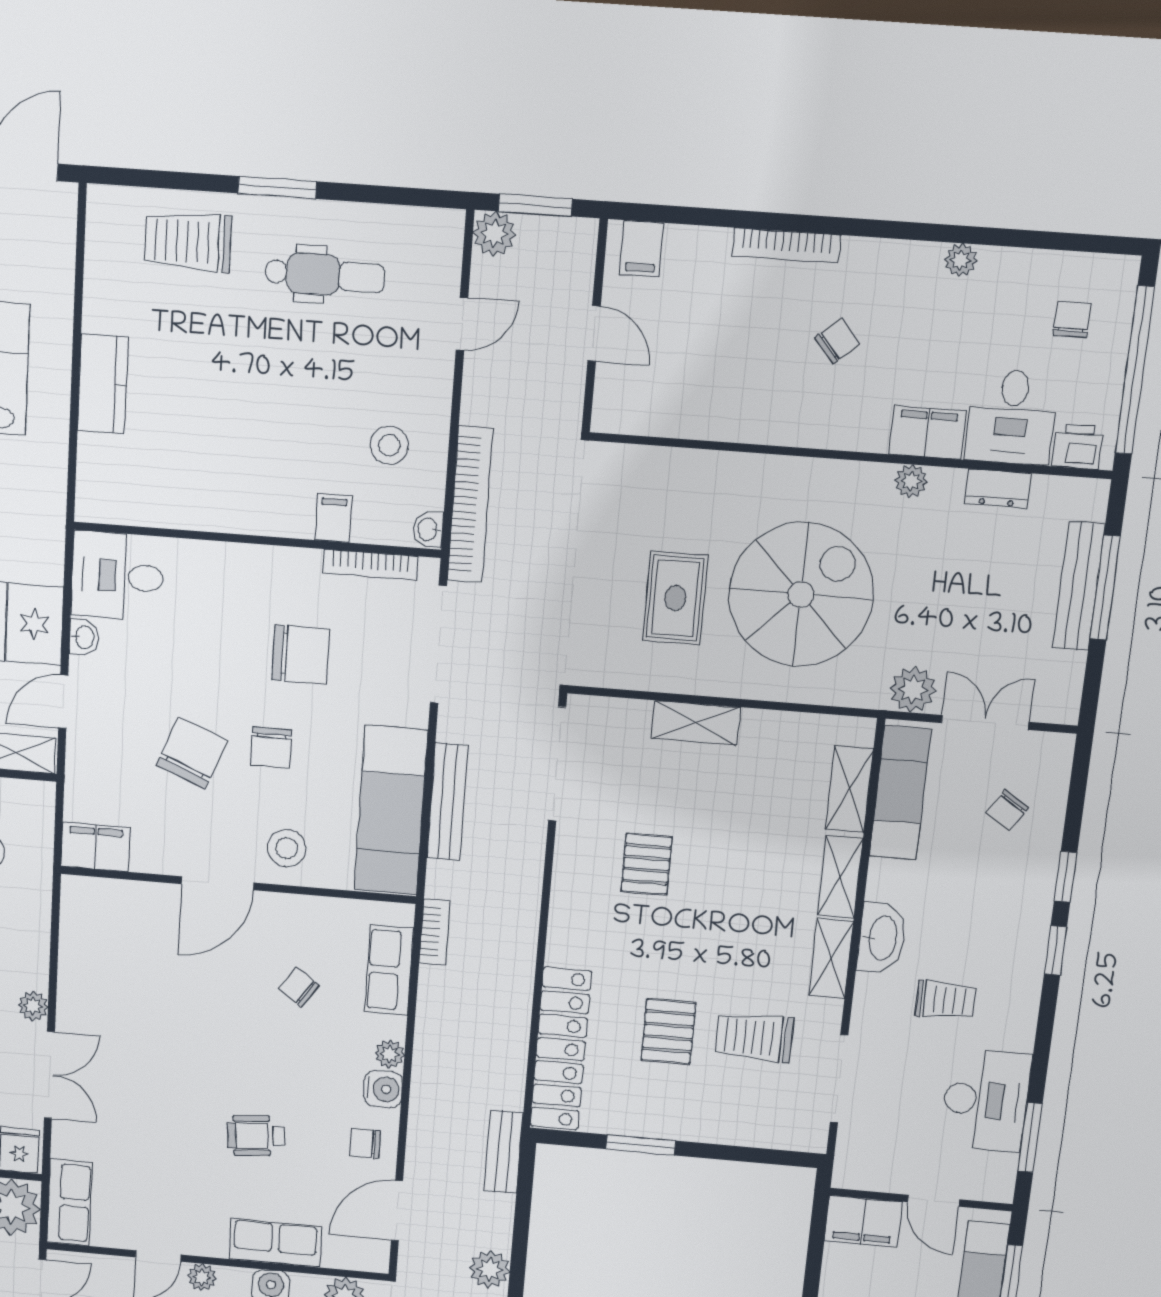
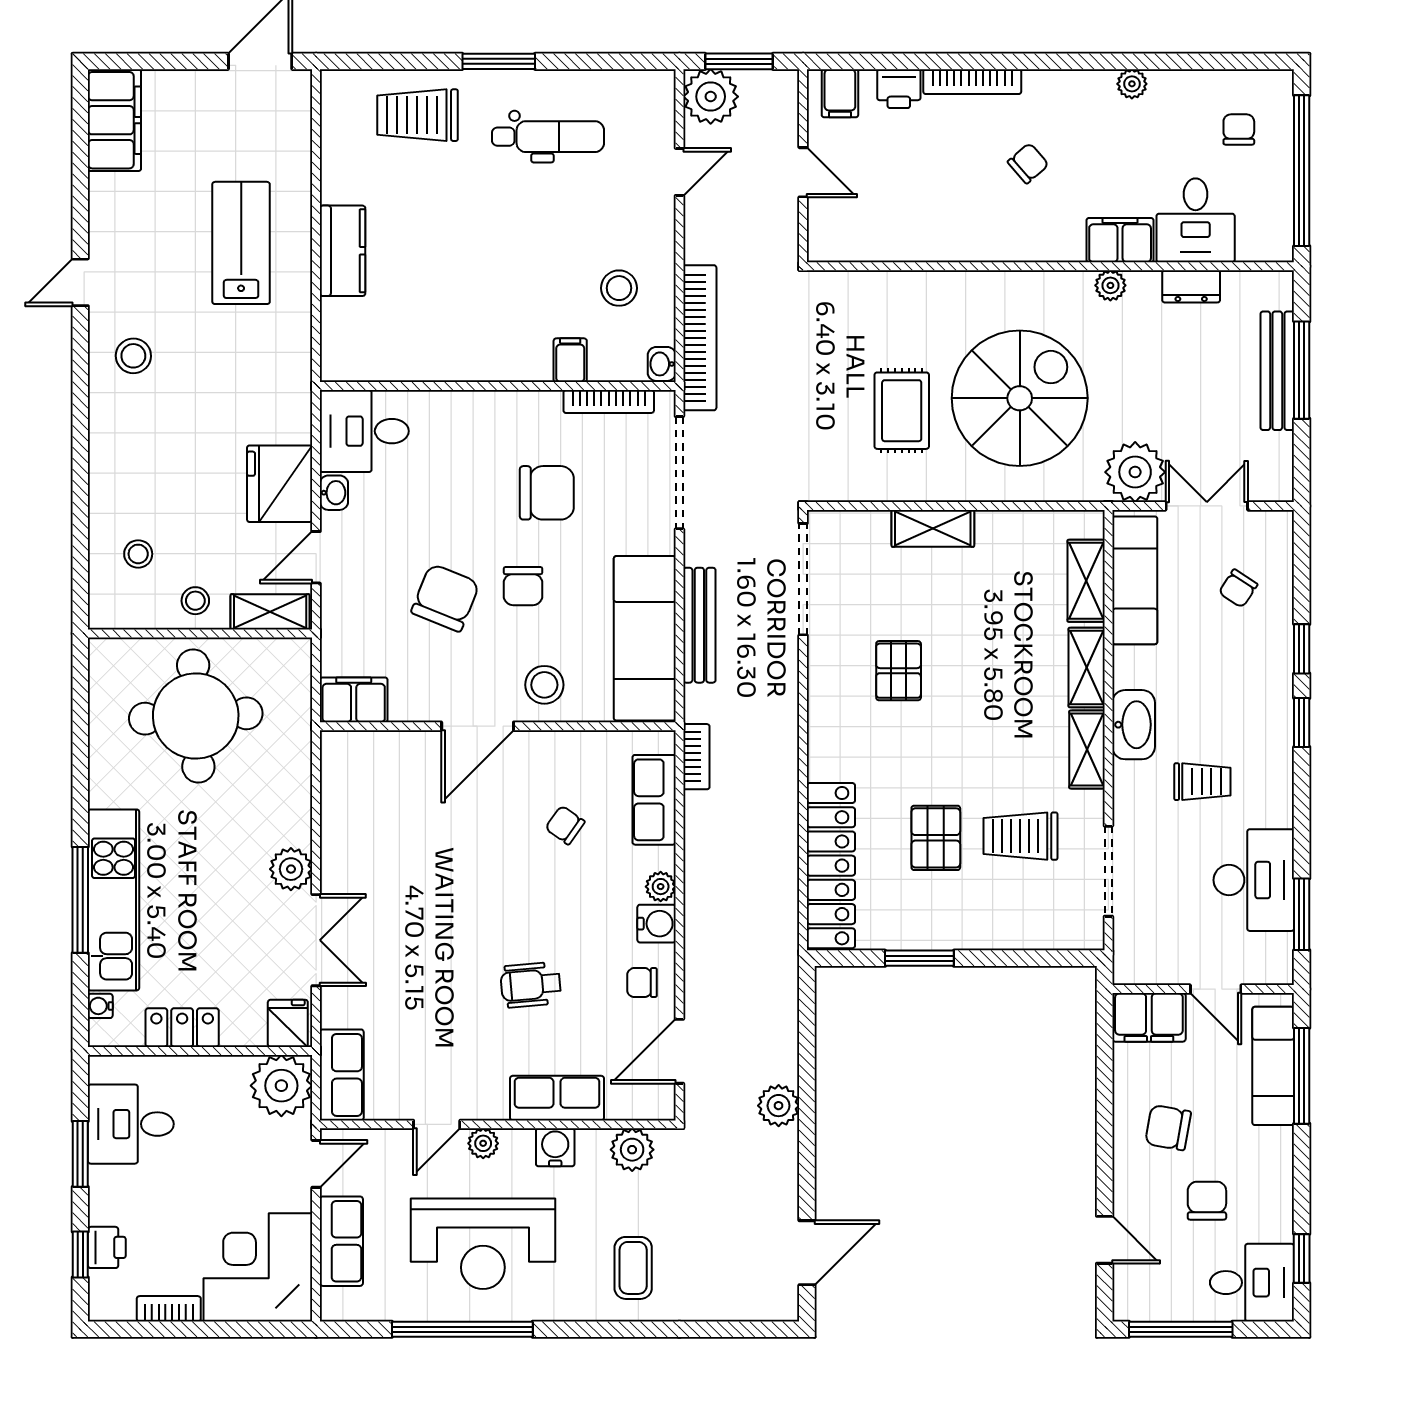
plant: (494, 234) -> (711, 97), width x1.36, depth x1.36
printer: (1078, 447) -> (899, 89), moved, turned 180
plant: (913, 690) -> (1135, 472), width x1.36, depth x1.36
plant: (33, 1006) -> (291, 869), width x1.38, depth x1.38
bench: (504, 1152) -> (783, 978), removed

